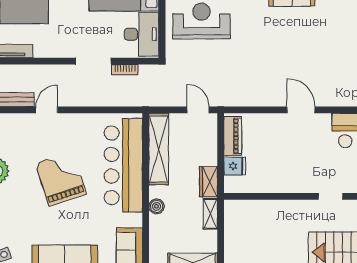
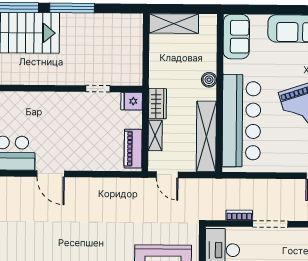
door: (301, 110) -> (51, 174), moved
fridge: (235, 166) -> (132, 101), moved
doorway: (330, 196) -> (98, 89), moved
shelving: (210, 214) -> (155, 135), moved

